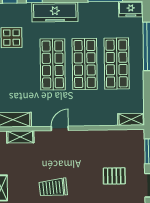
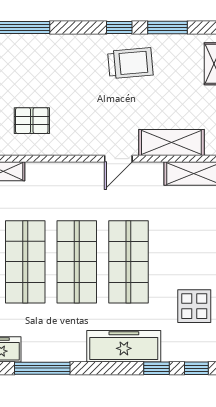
shelving: (20, 137) -> (171, 142), width x1.50, depth x1.33
pallet: (114, 176) -> (32, 121), moved

